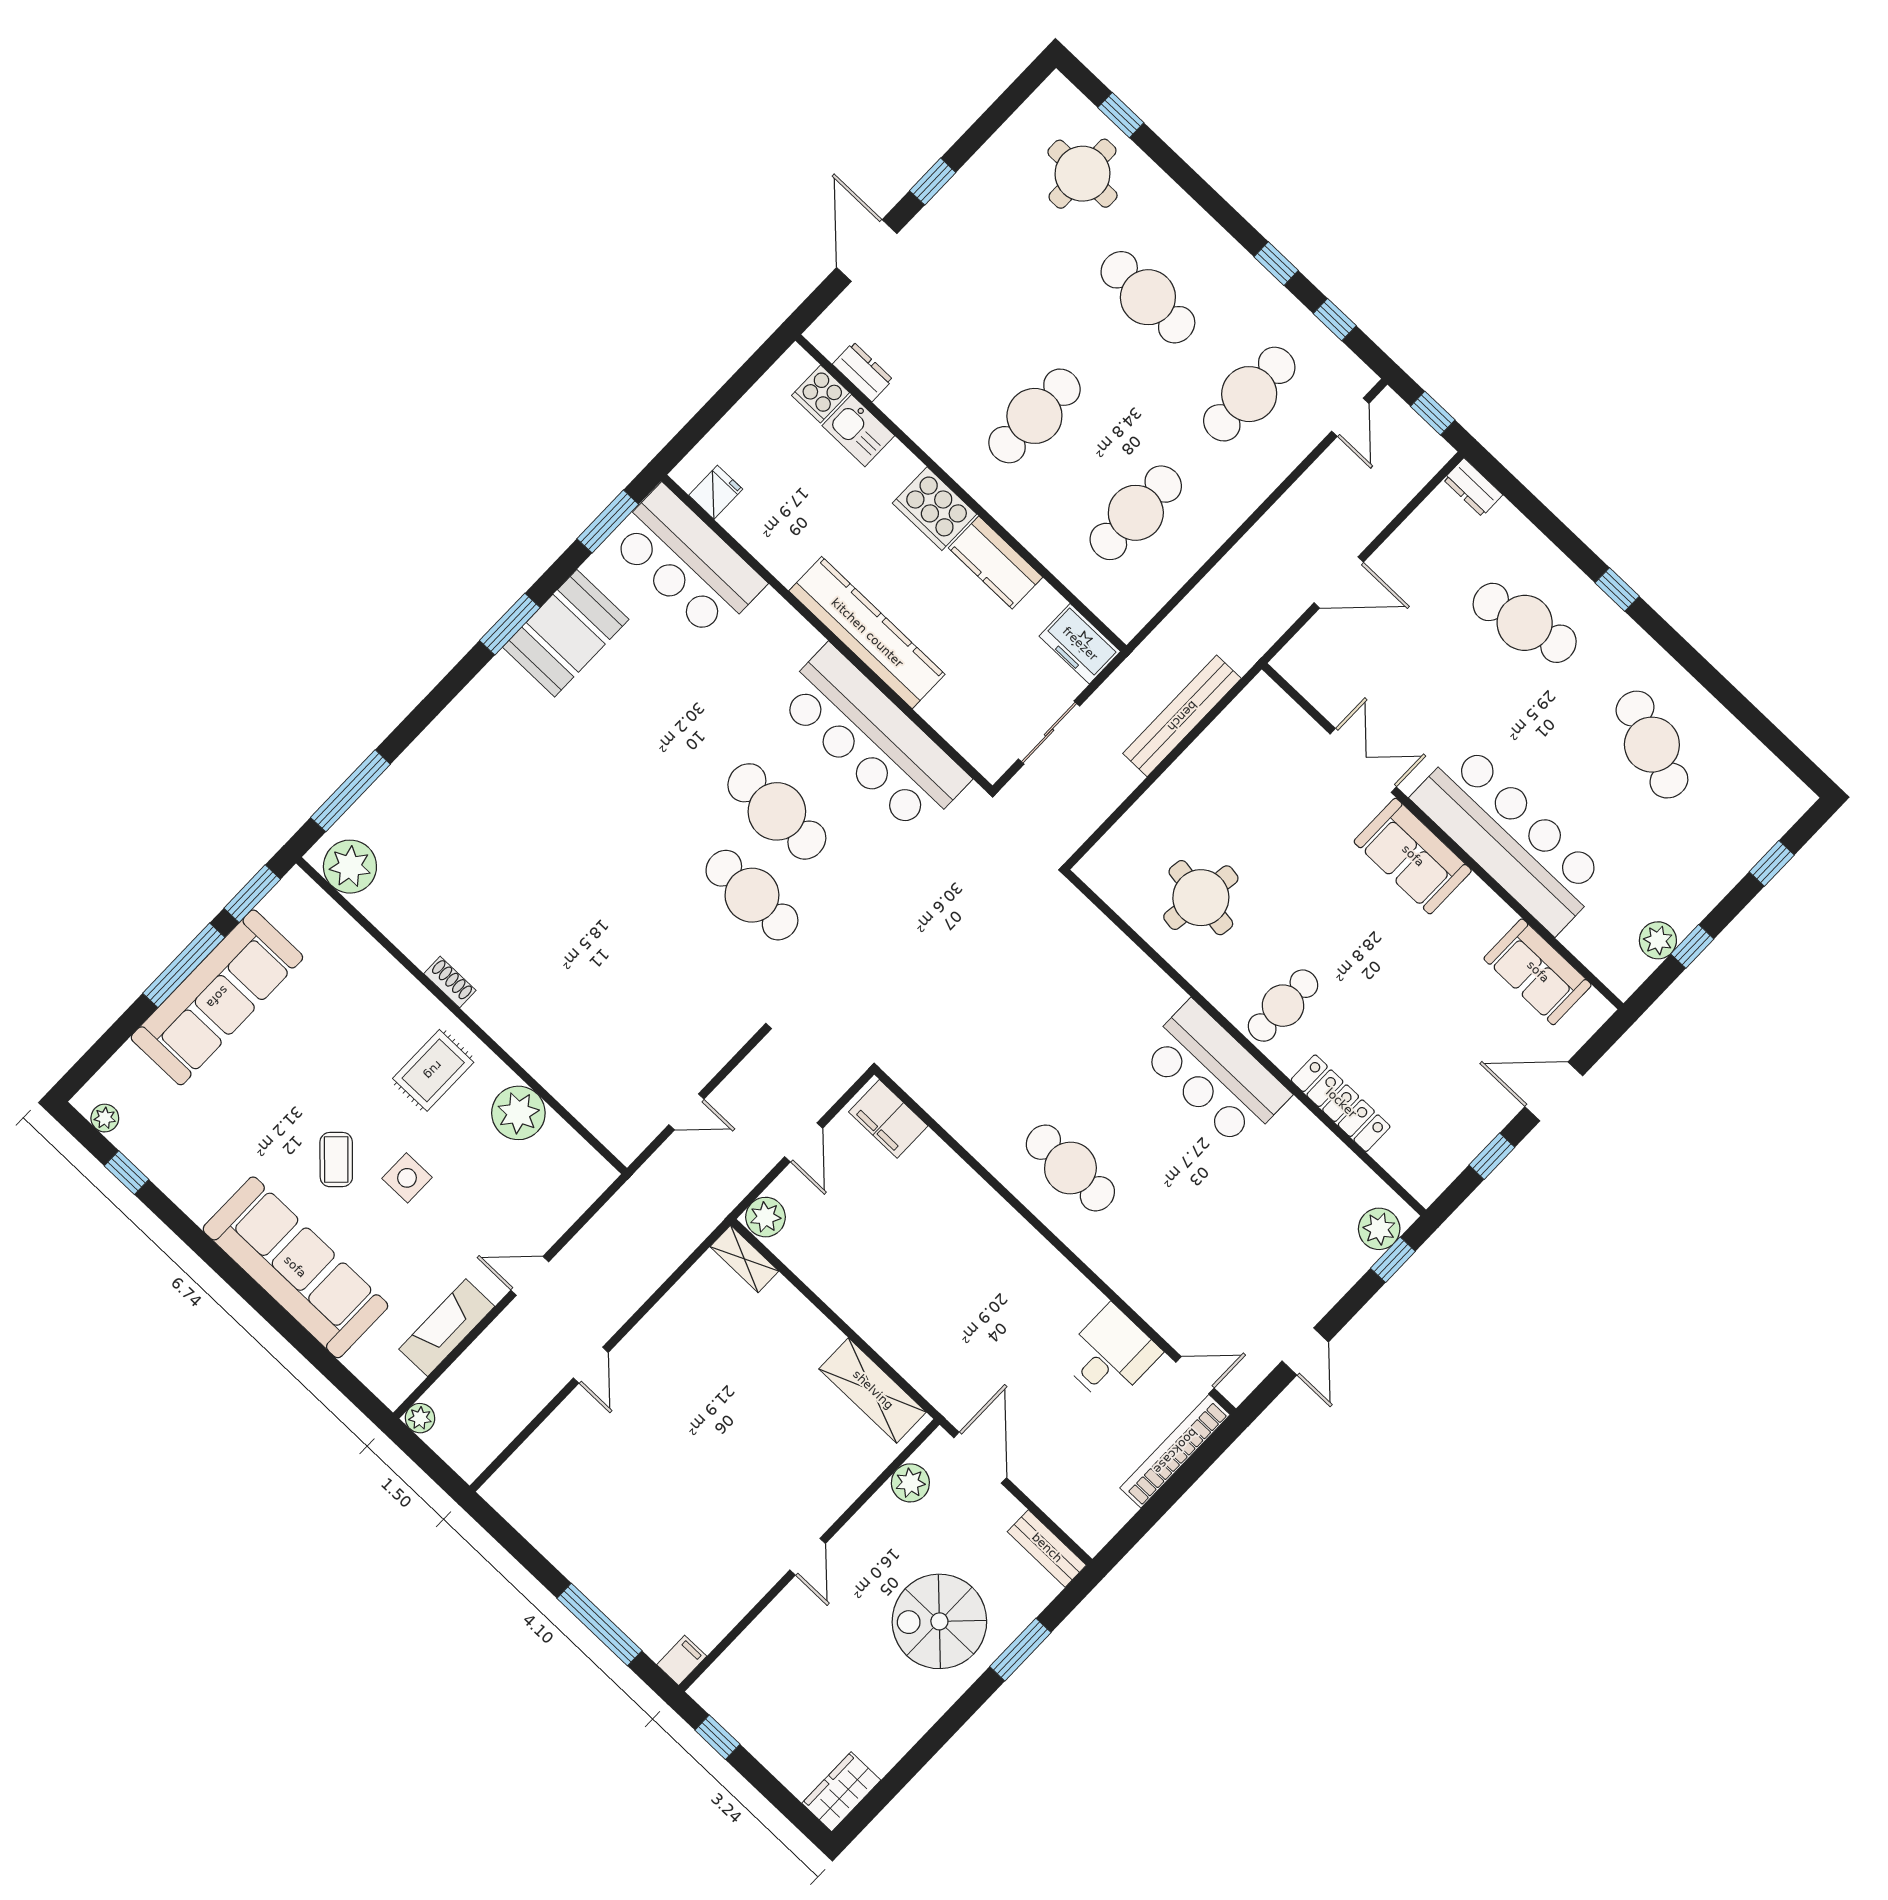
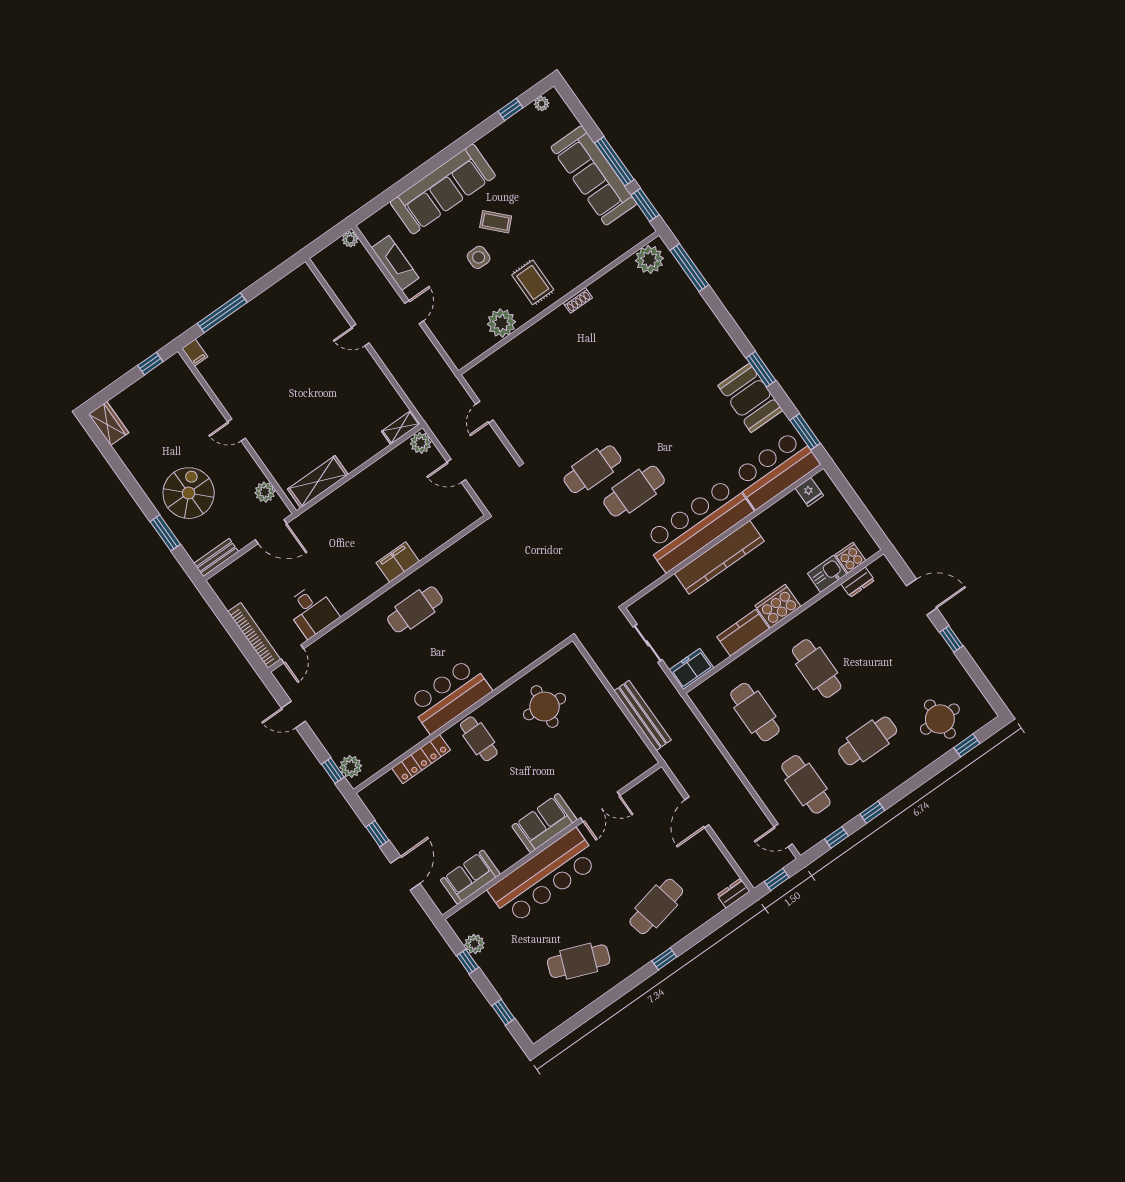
bar counter: (873, 739) -> (698, 524), moved
filing cabinet: (888, 1119) -> (398, 562), moved

